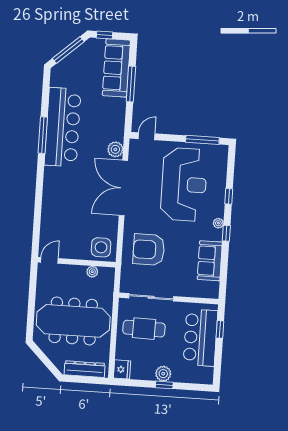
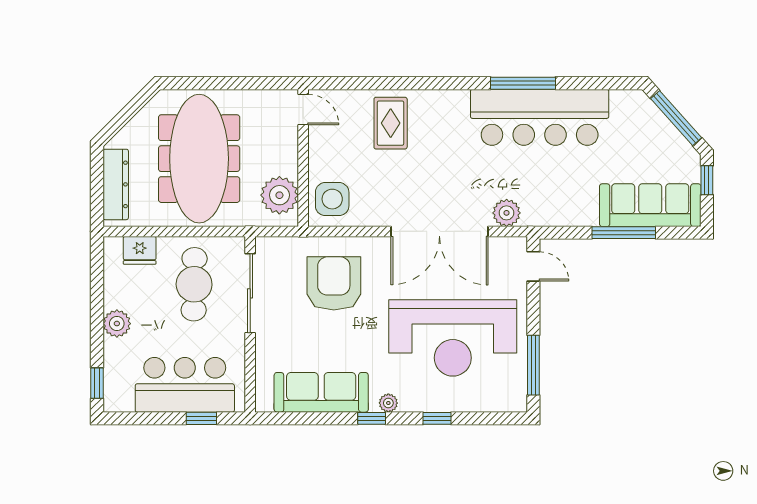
double door: (123, 188) -> (439, 231), swing flipped
rug: (60, 212) -> (391, 123), added
sofa: (210, 261) -> (321, 392), width x1.36
plant: (92, 272) -> (279, 195), width x1.88, depth x1.88
fridge: (122, 369) -> (140, 250), moved
window: (164, 385) -> (97, 383), moved

